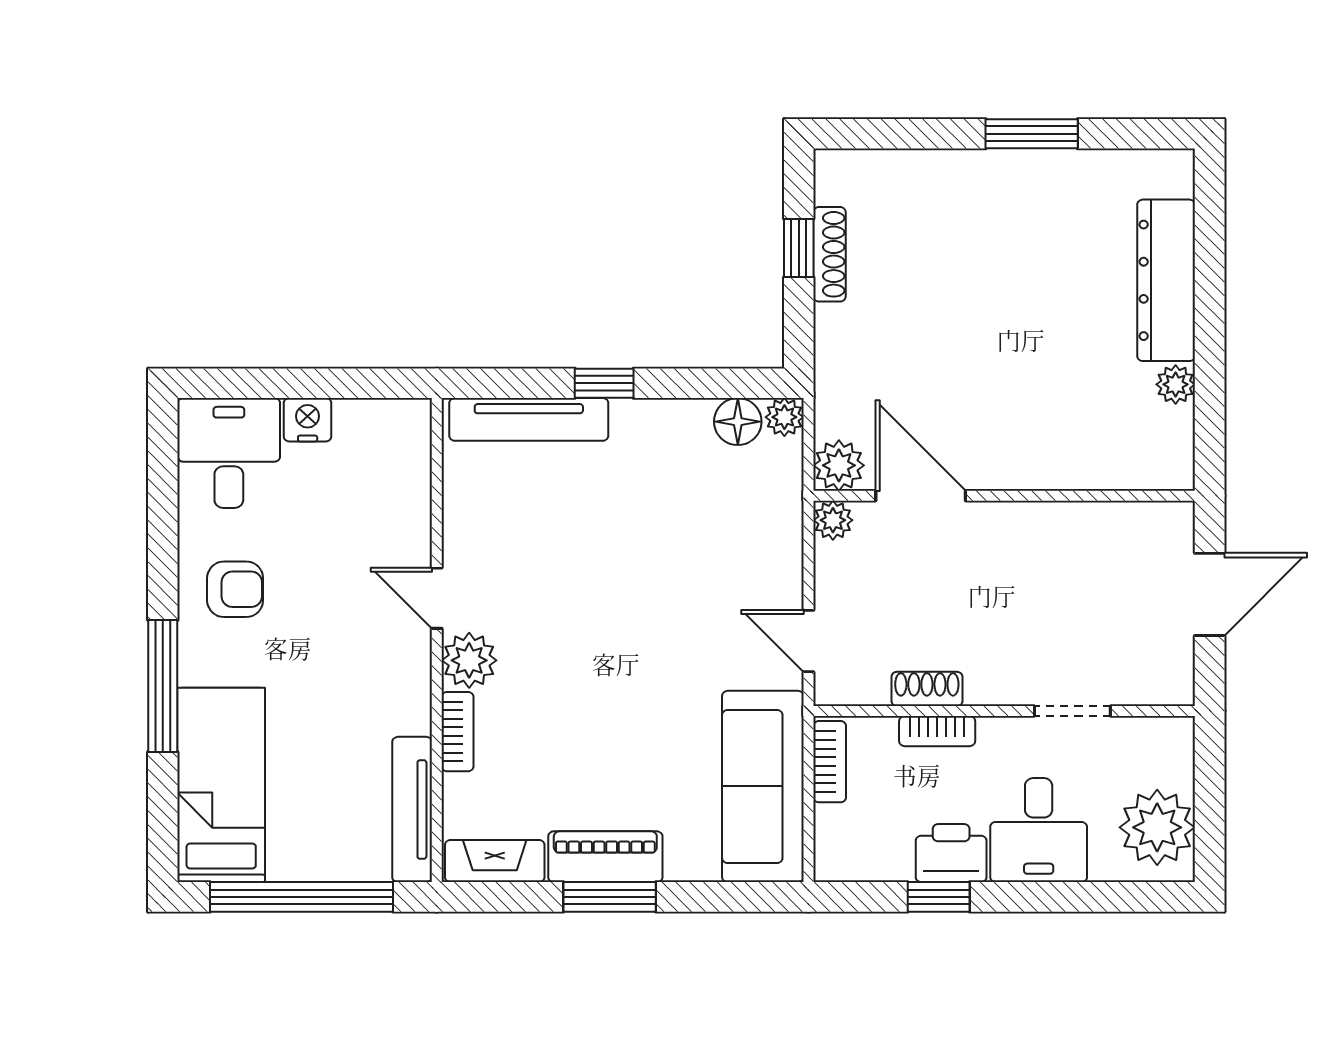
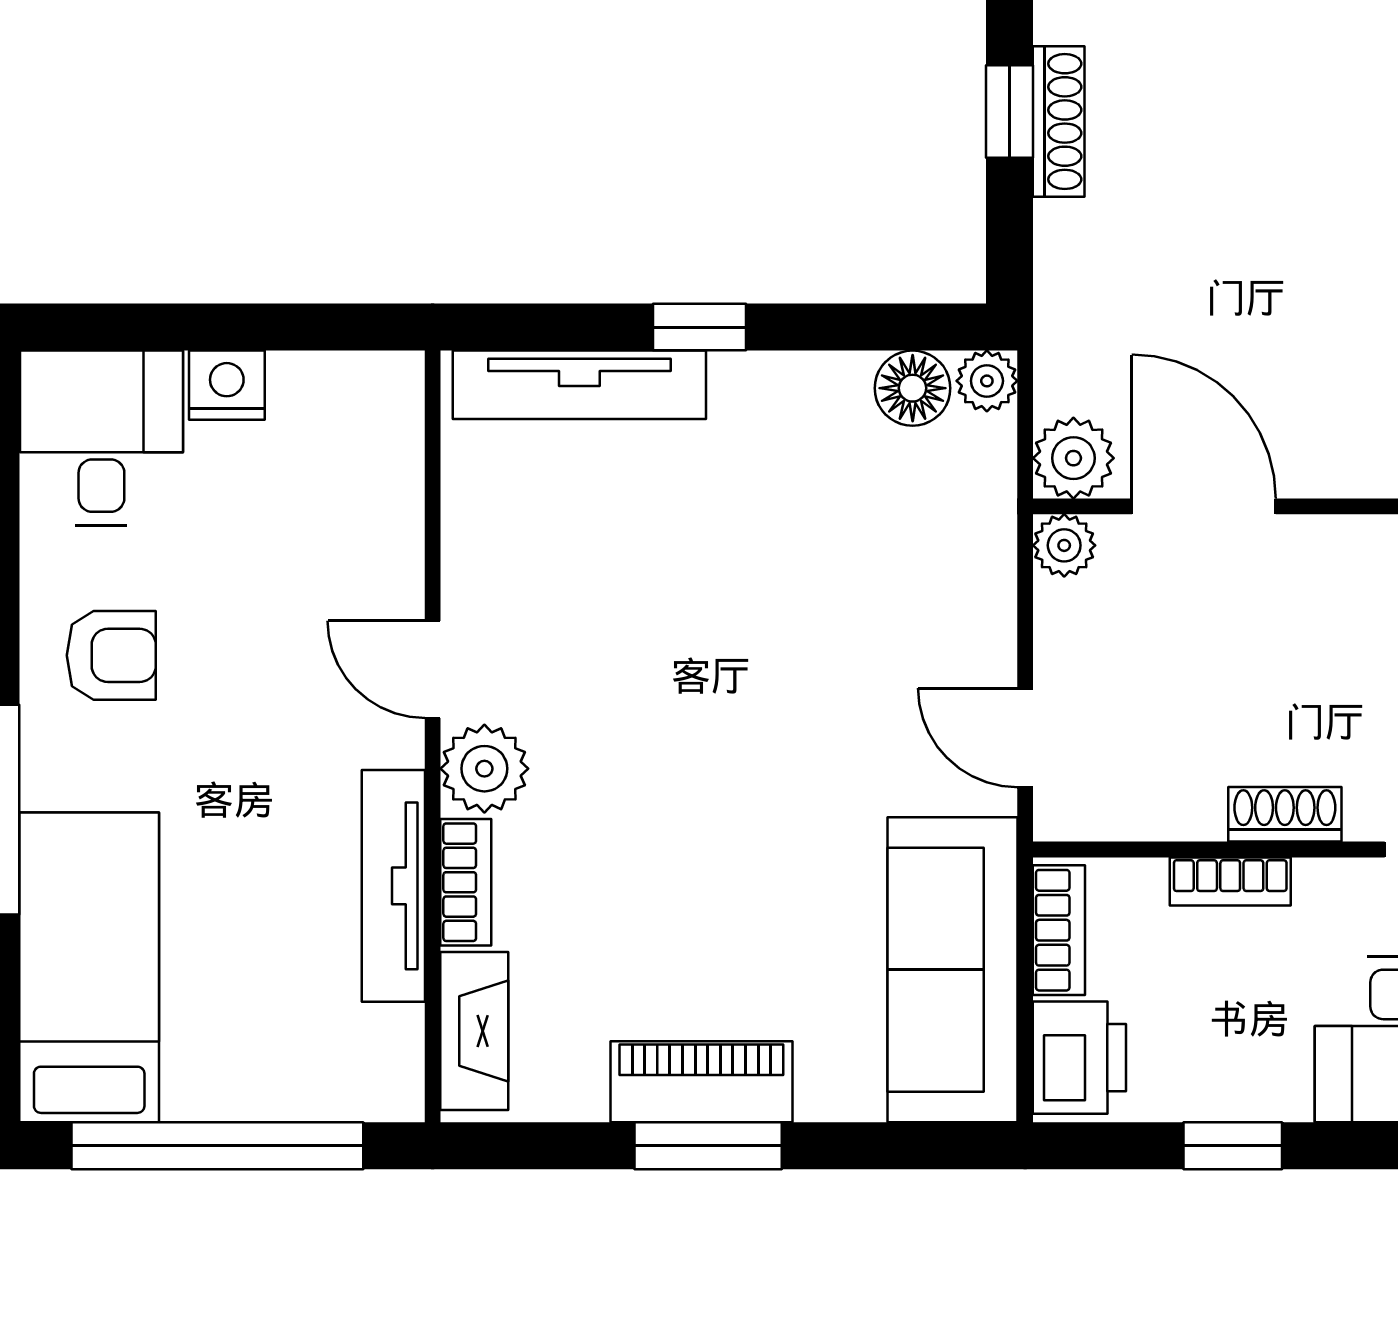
shoe rack: (927, 689) -> (1285, 814), moved
tv unit: (412, 809) -> (393, 886), moved
printer: (951, 853) -> (1079, 1058), moved, turned 90
fireplace: (495, 861) -> (474, 1031), moved, turned 90

